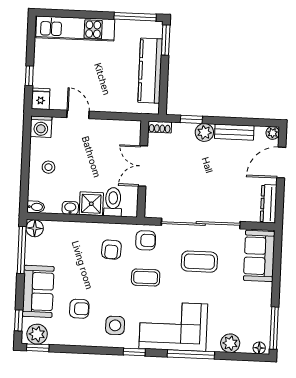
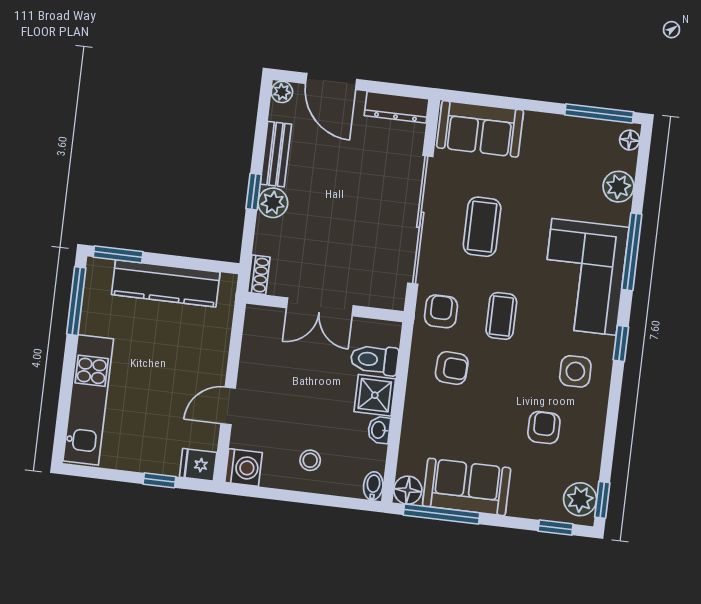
window: (191, 119) -> (254, 192), moved
sofa: (38, 291) -> (467, 487), moved

